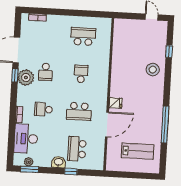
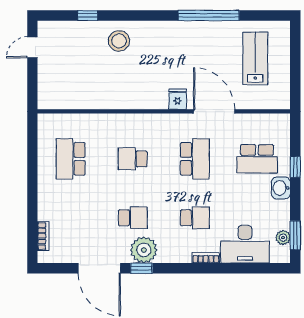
school desk: (43, 109) -> (195, 218), turned -90

